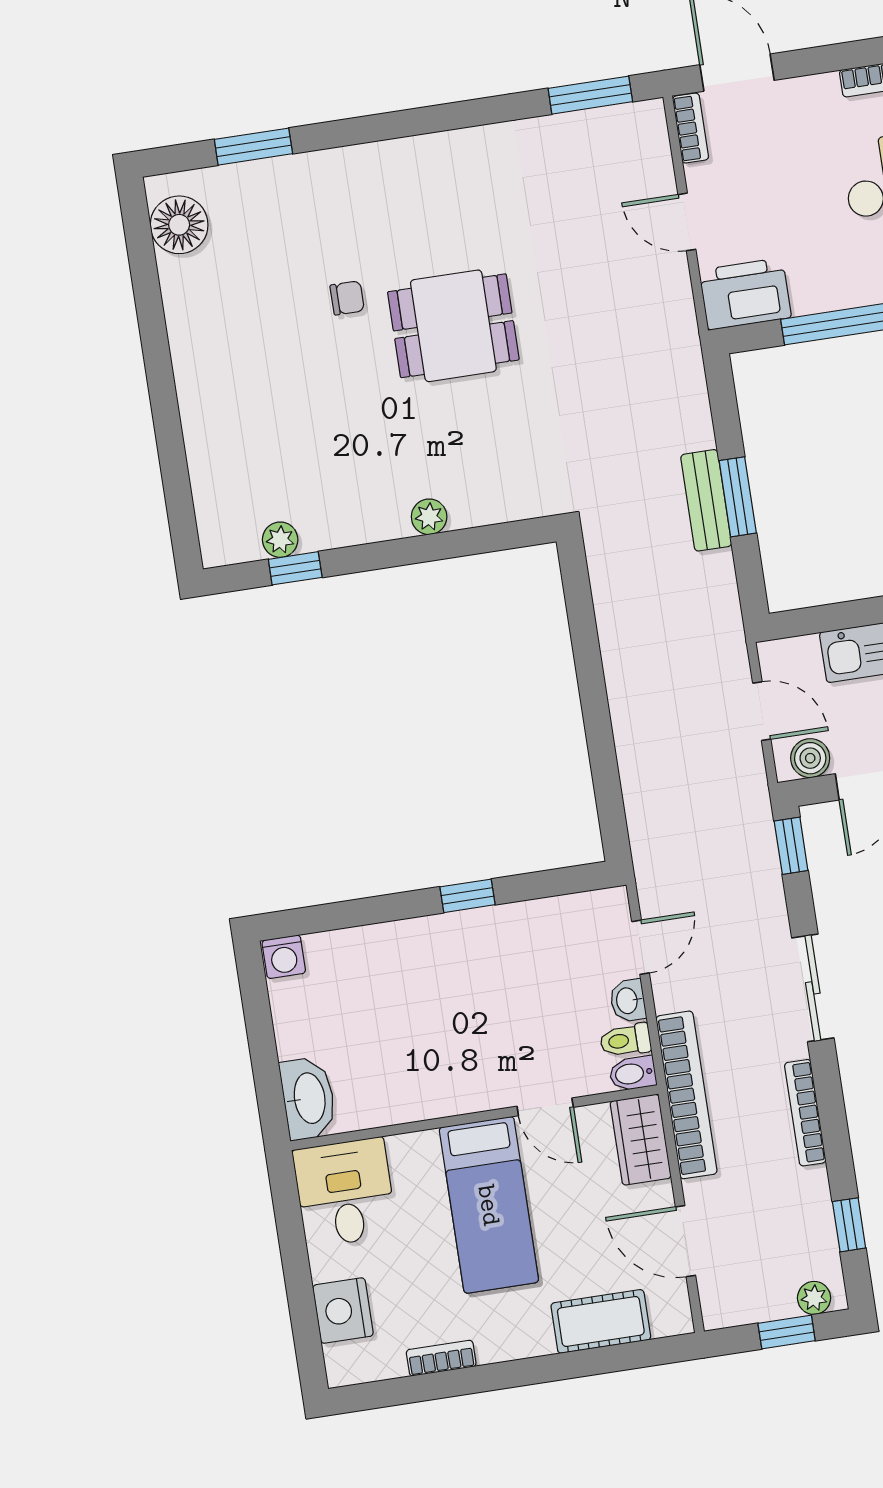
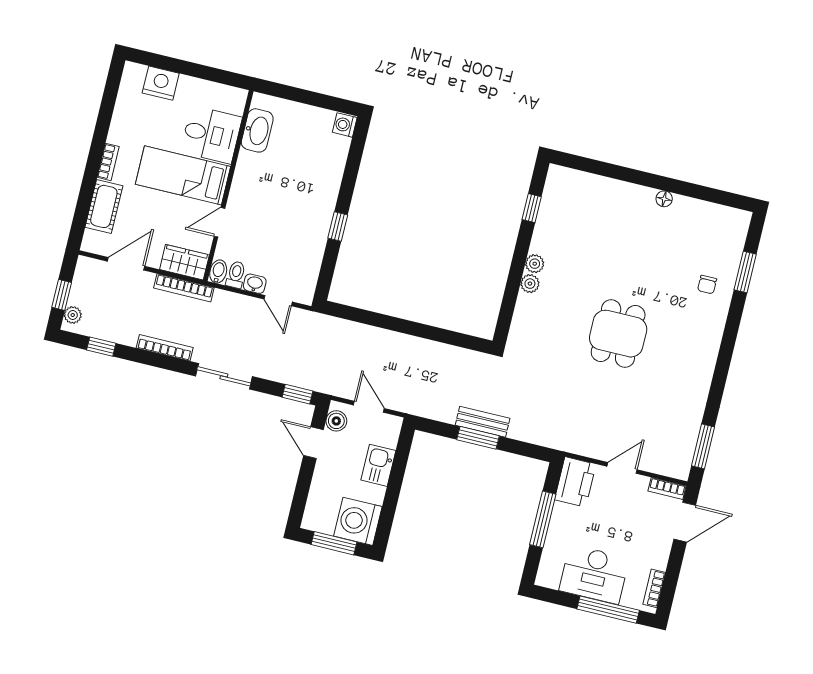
floor lamp: (179, 225) -> (664, 199), moved, width x0.53, depth x0.53
chair: (347, 298) -> (707, 285), moved
plant: (280, 540) -> (535, 264), moved
door: (762, 711) -> (369, 407), swing flipped
bookcase: (686, 1095) -> (184, 288), width x0.68, depth x0.76
washbasin: (308, 1098) -> (257, 130), moved, turned -90
desk: (345, 1192) -> (211, 135), moved
bookcase: (441, 1358) -> (108, 162), moved

